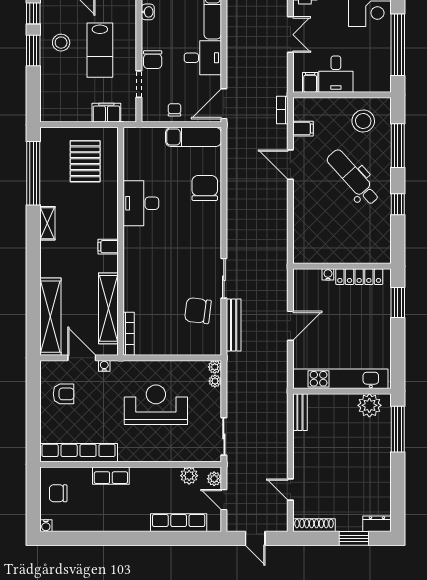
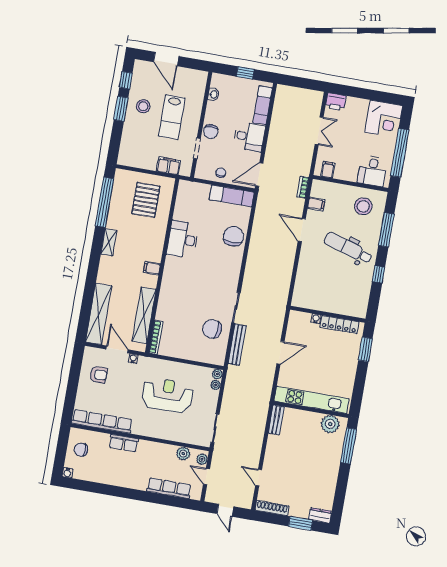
desk: (336, 74) -> (372, 171), moved
dental chair: (353, 177) -> (348, 248), turned -31

